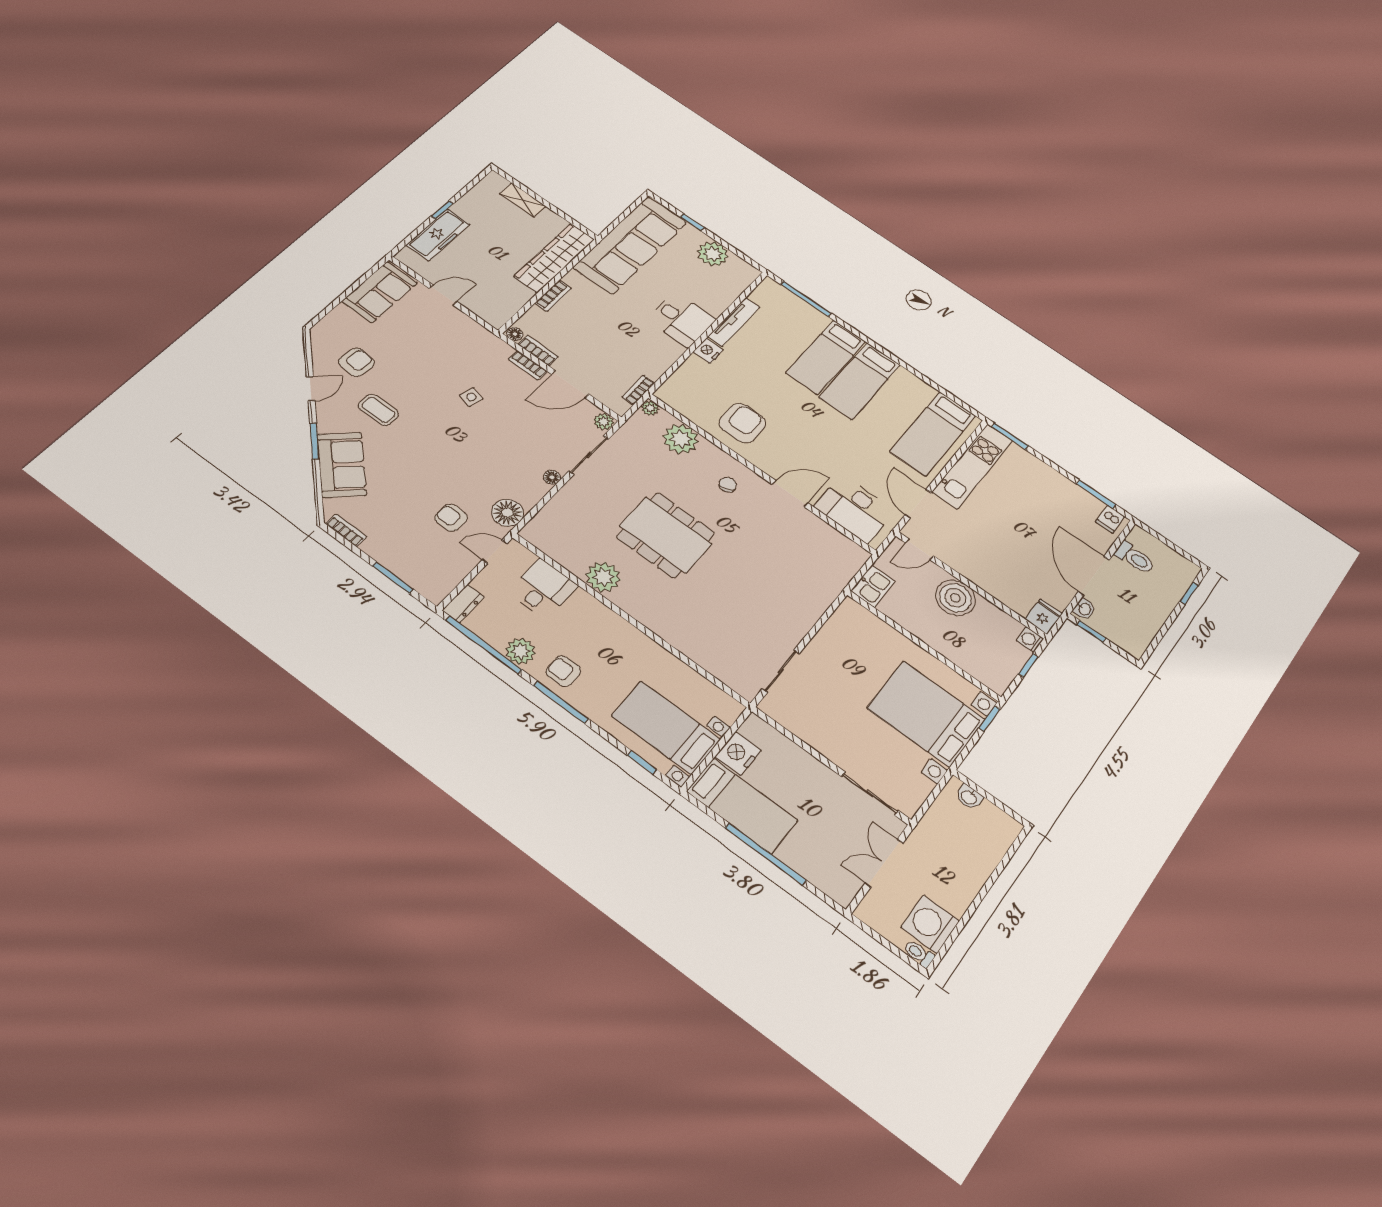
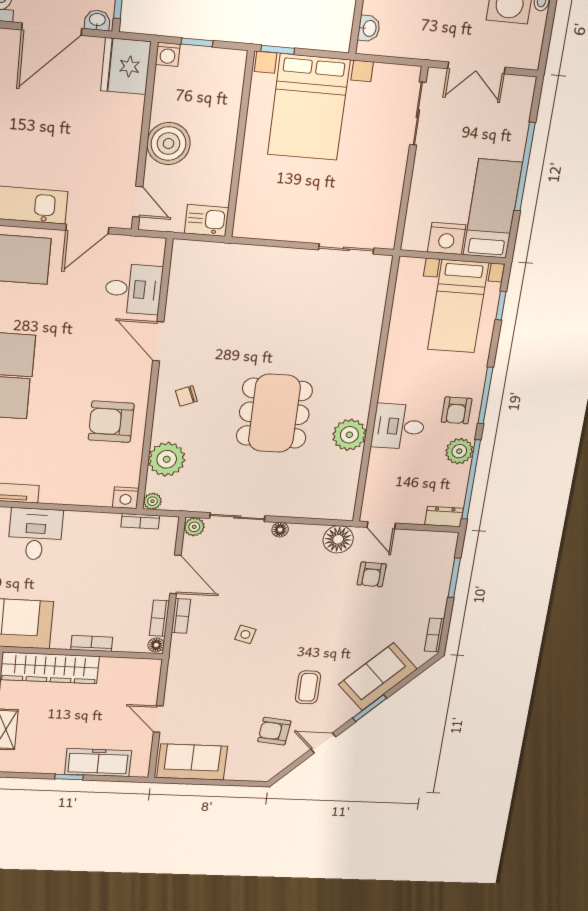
nightstand: (708, 351) -> (126, 498), moved
desk: (854, 509) -> (133, 289), width x0.73
desk: (543, 589) -> (398, 426), moved
fridge: (1044, 617) -> (126, 66), width x1.88, depth x1.34

